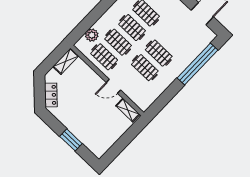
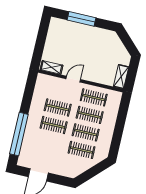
plant: (92, 35) -> (113, 108), removed
locker: (51, 95) -> (117, 44), removed
window: (71, 140) -> (81, 19), width x1.44

